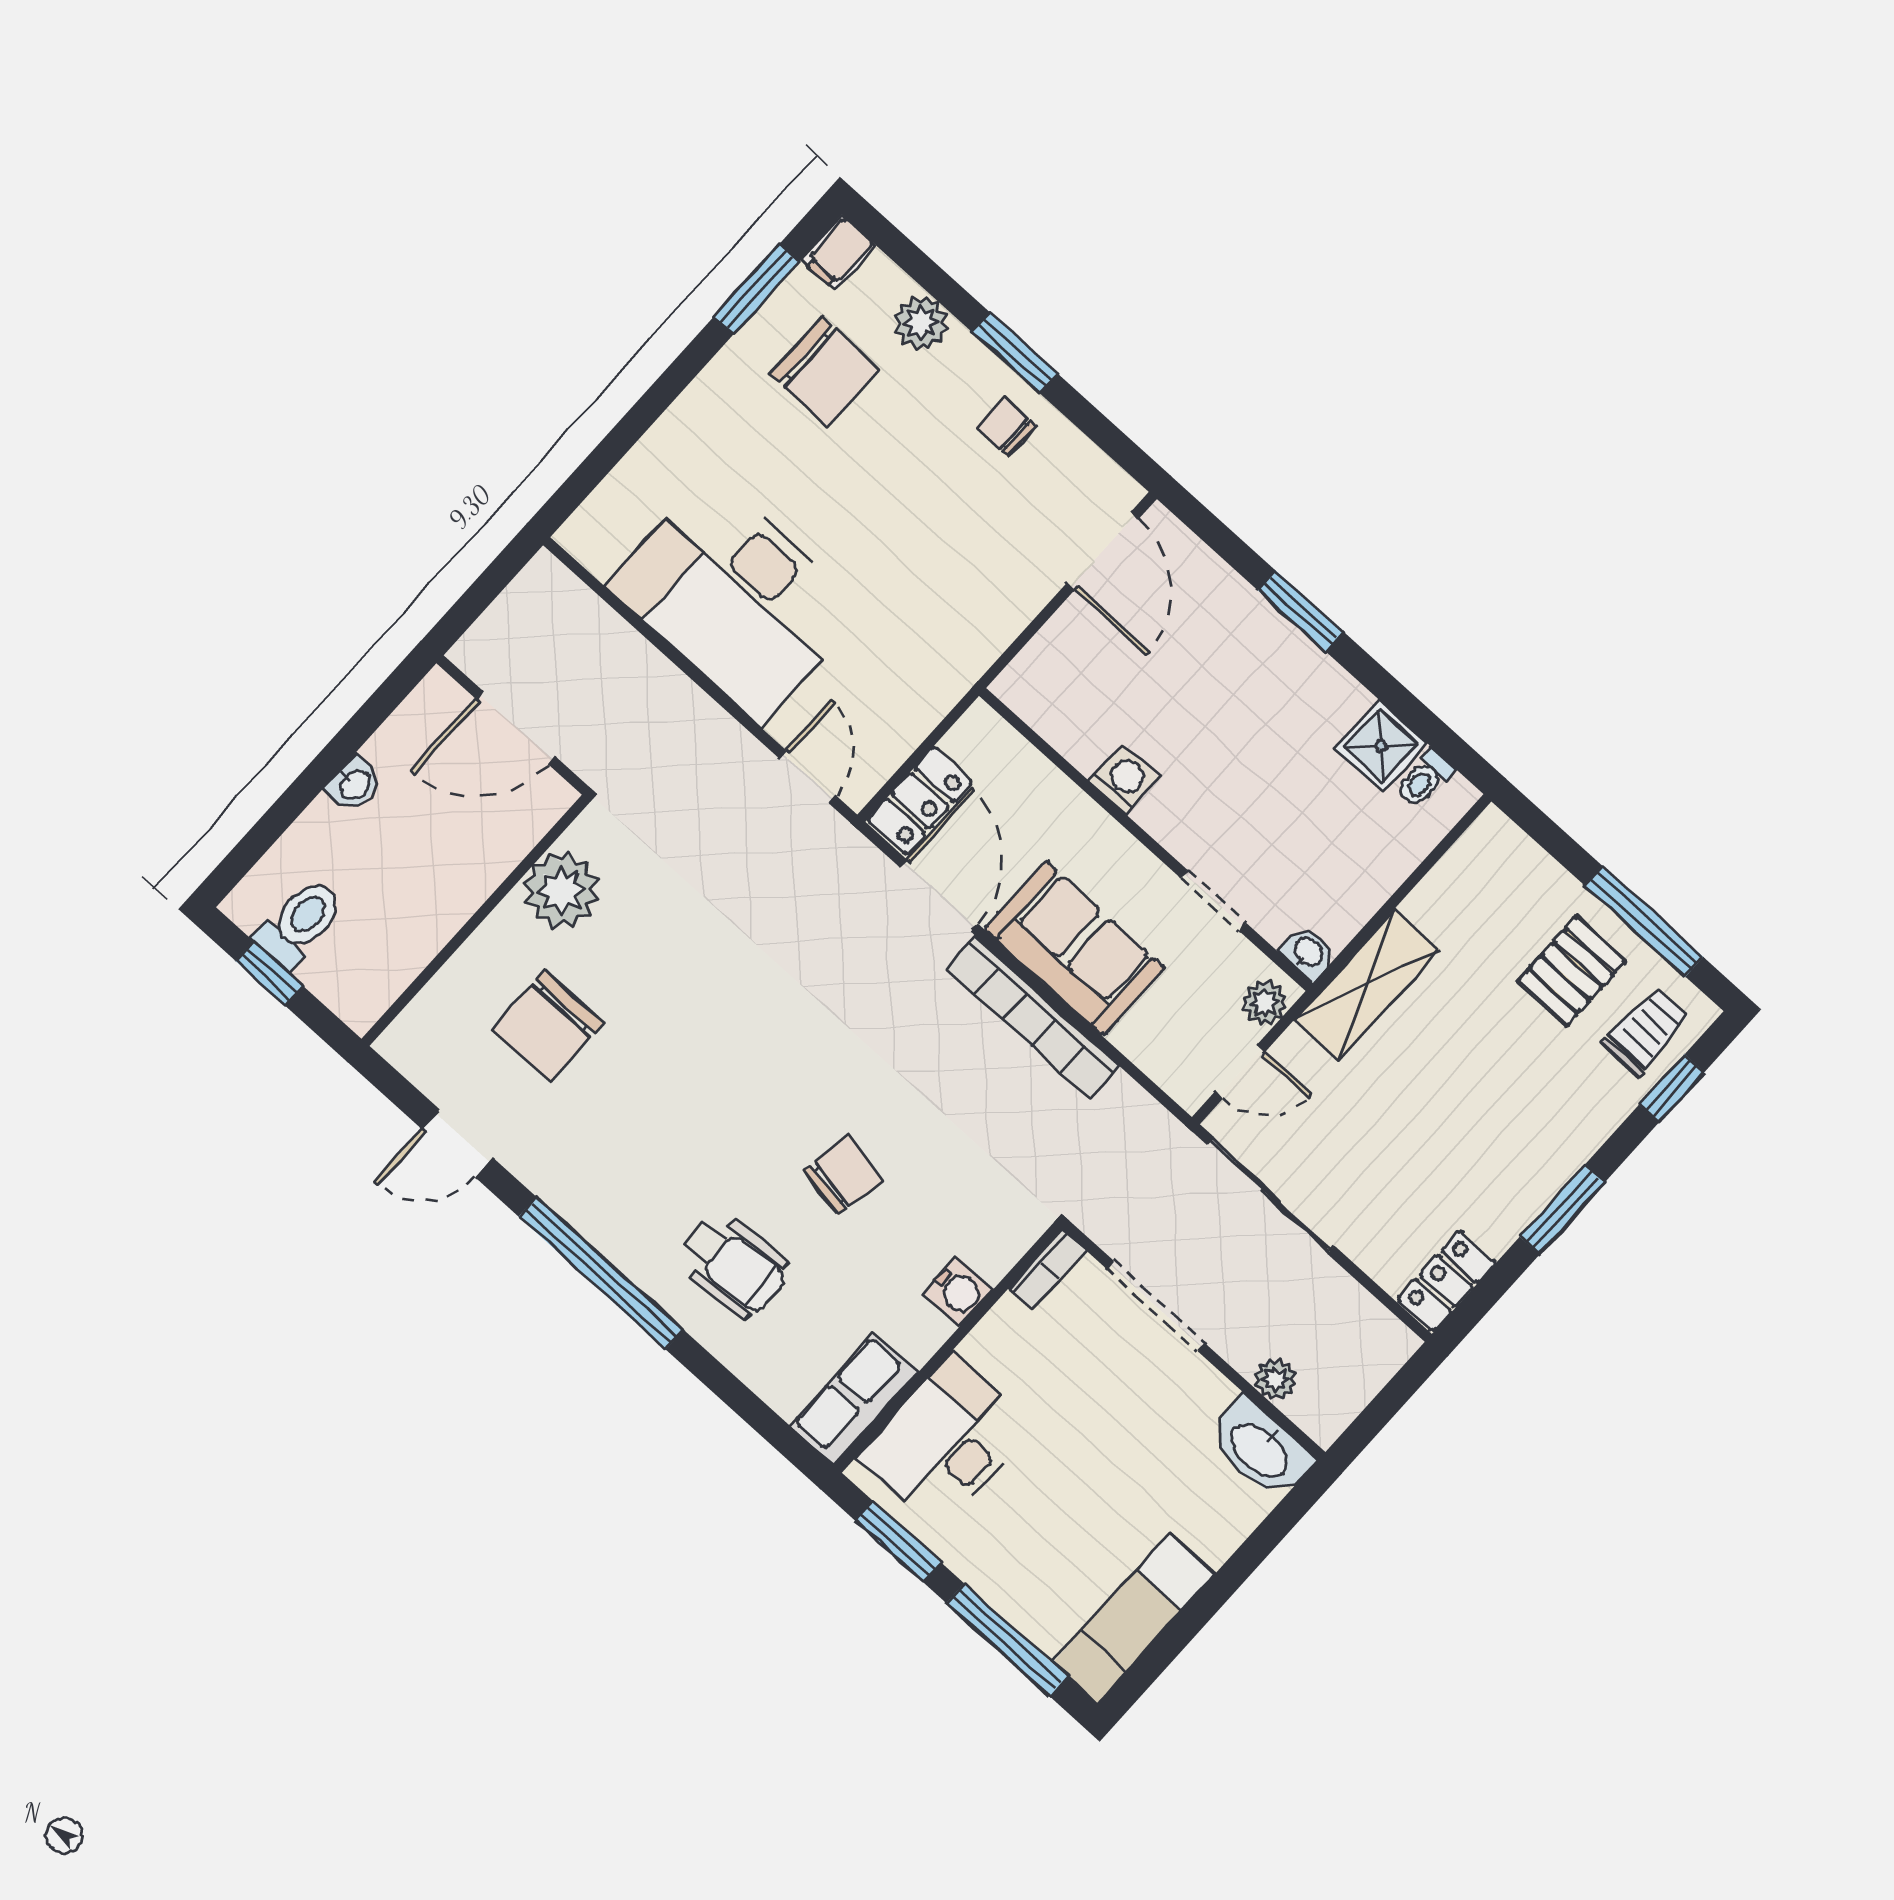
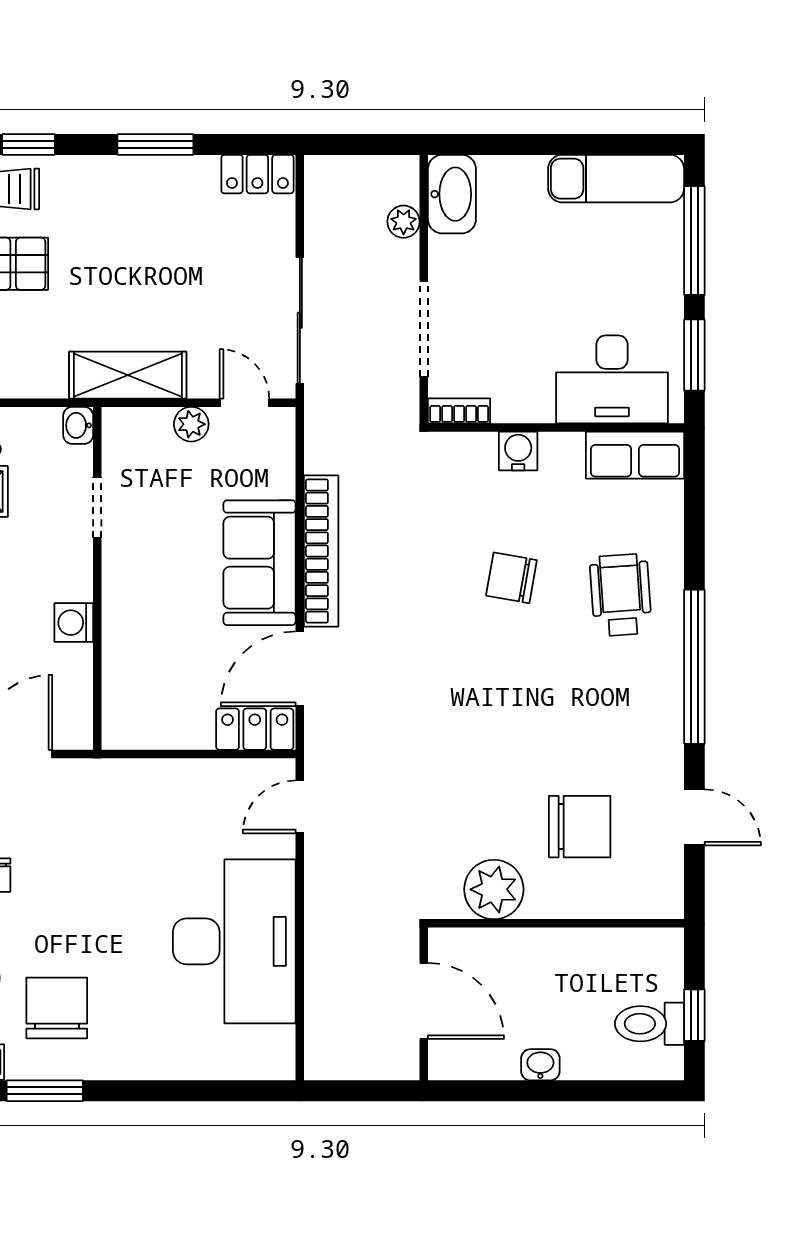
washing machine: (1124, 779) -> (74, 623), moved
wall: (1146, 839) -> (97, 578), moved
doorway: (1213, 900) -> (97, 507), moved
washbasin: (1308, 953) -> (78, 425), moved

